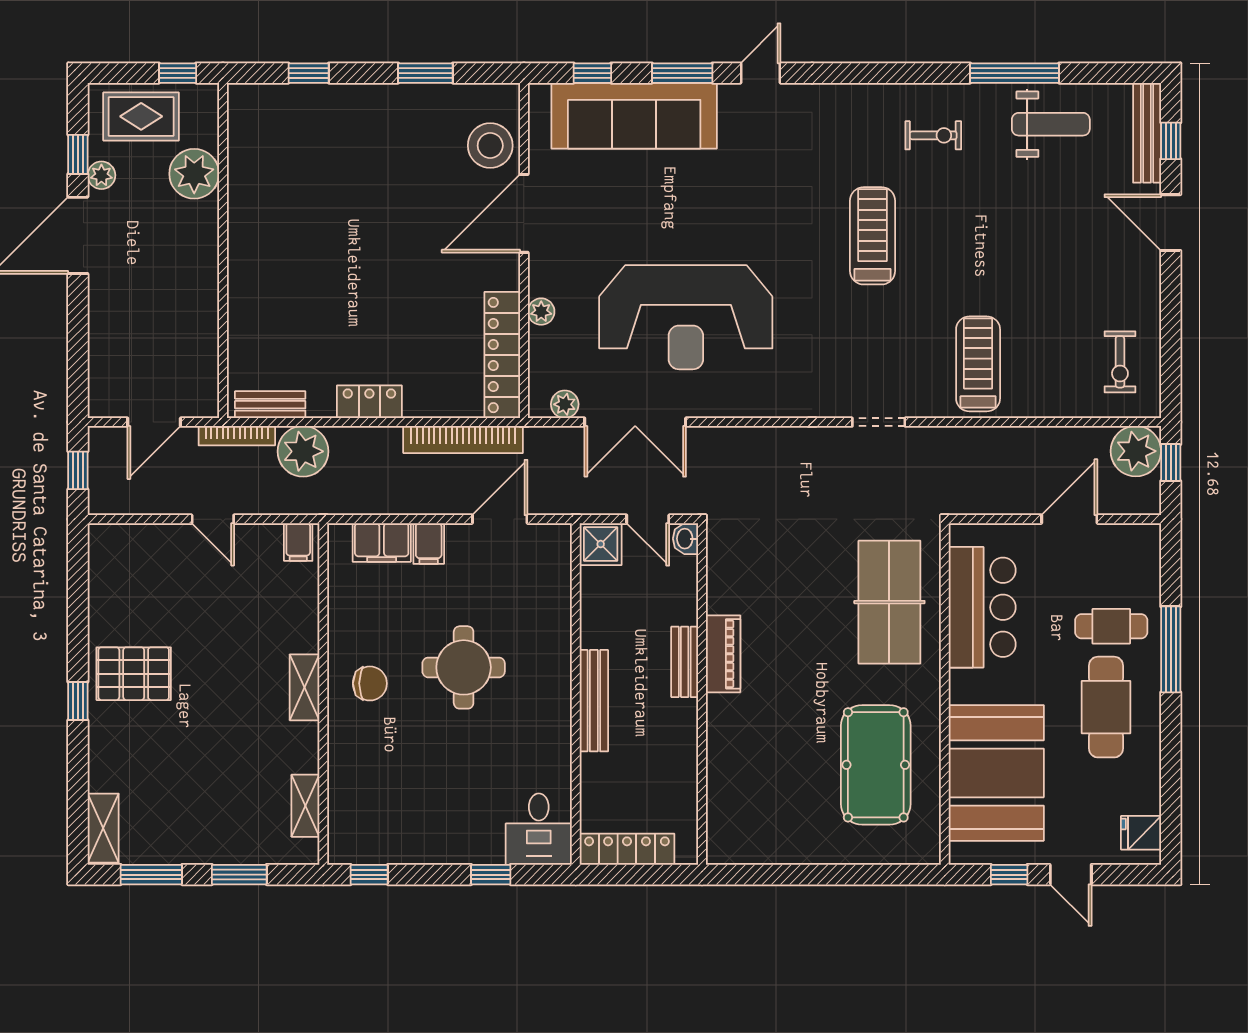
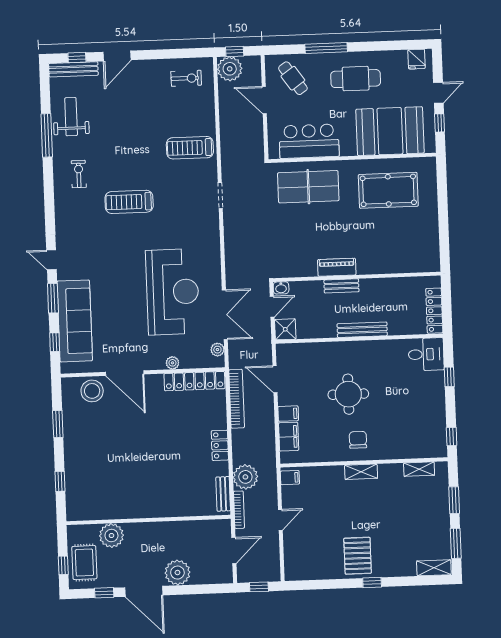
window: (178, 73) -> (63, 565), moved
plant: (101, 175) -> (177, 573), moved, width x1.88, depth x1.88
door: (154, 422) -> (234, 550), hinge flipped
cafe table: (1111, 626) -> (293, 78), moved, turned -35

